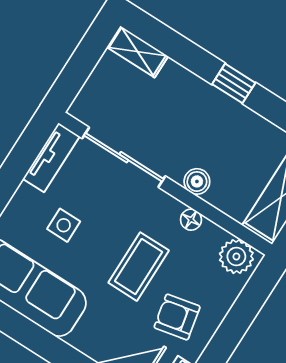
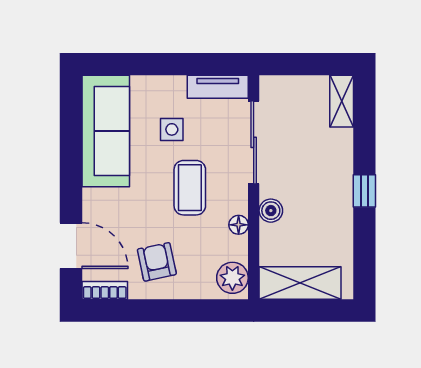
coffee table: (139, 267) -> (190, 188), moved, turned 90

